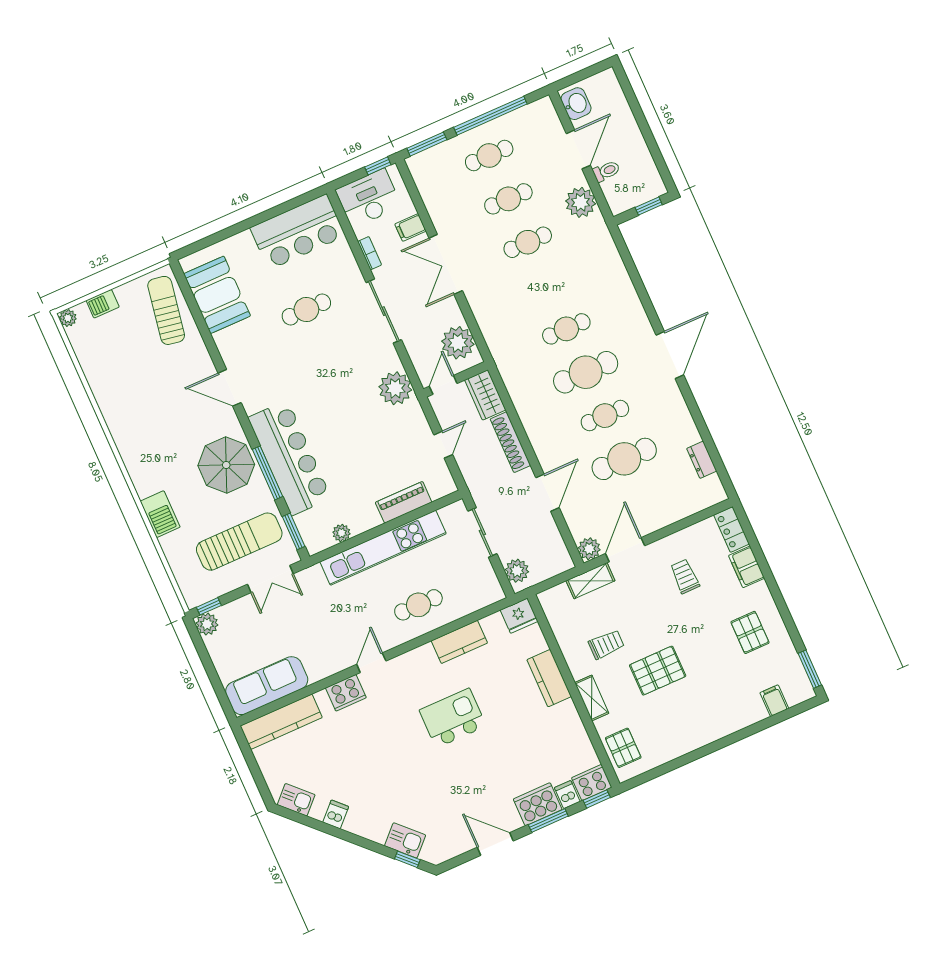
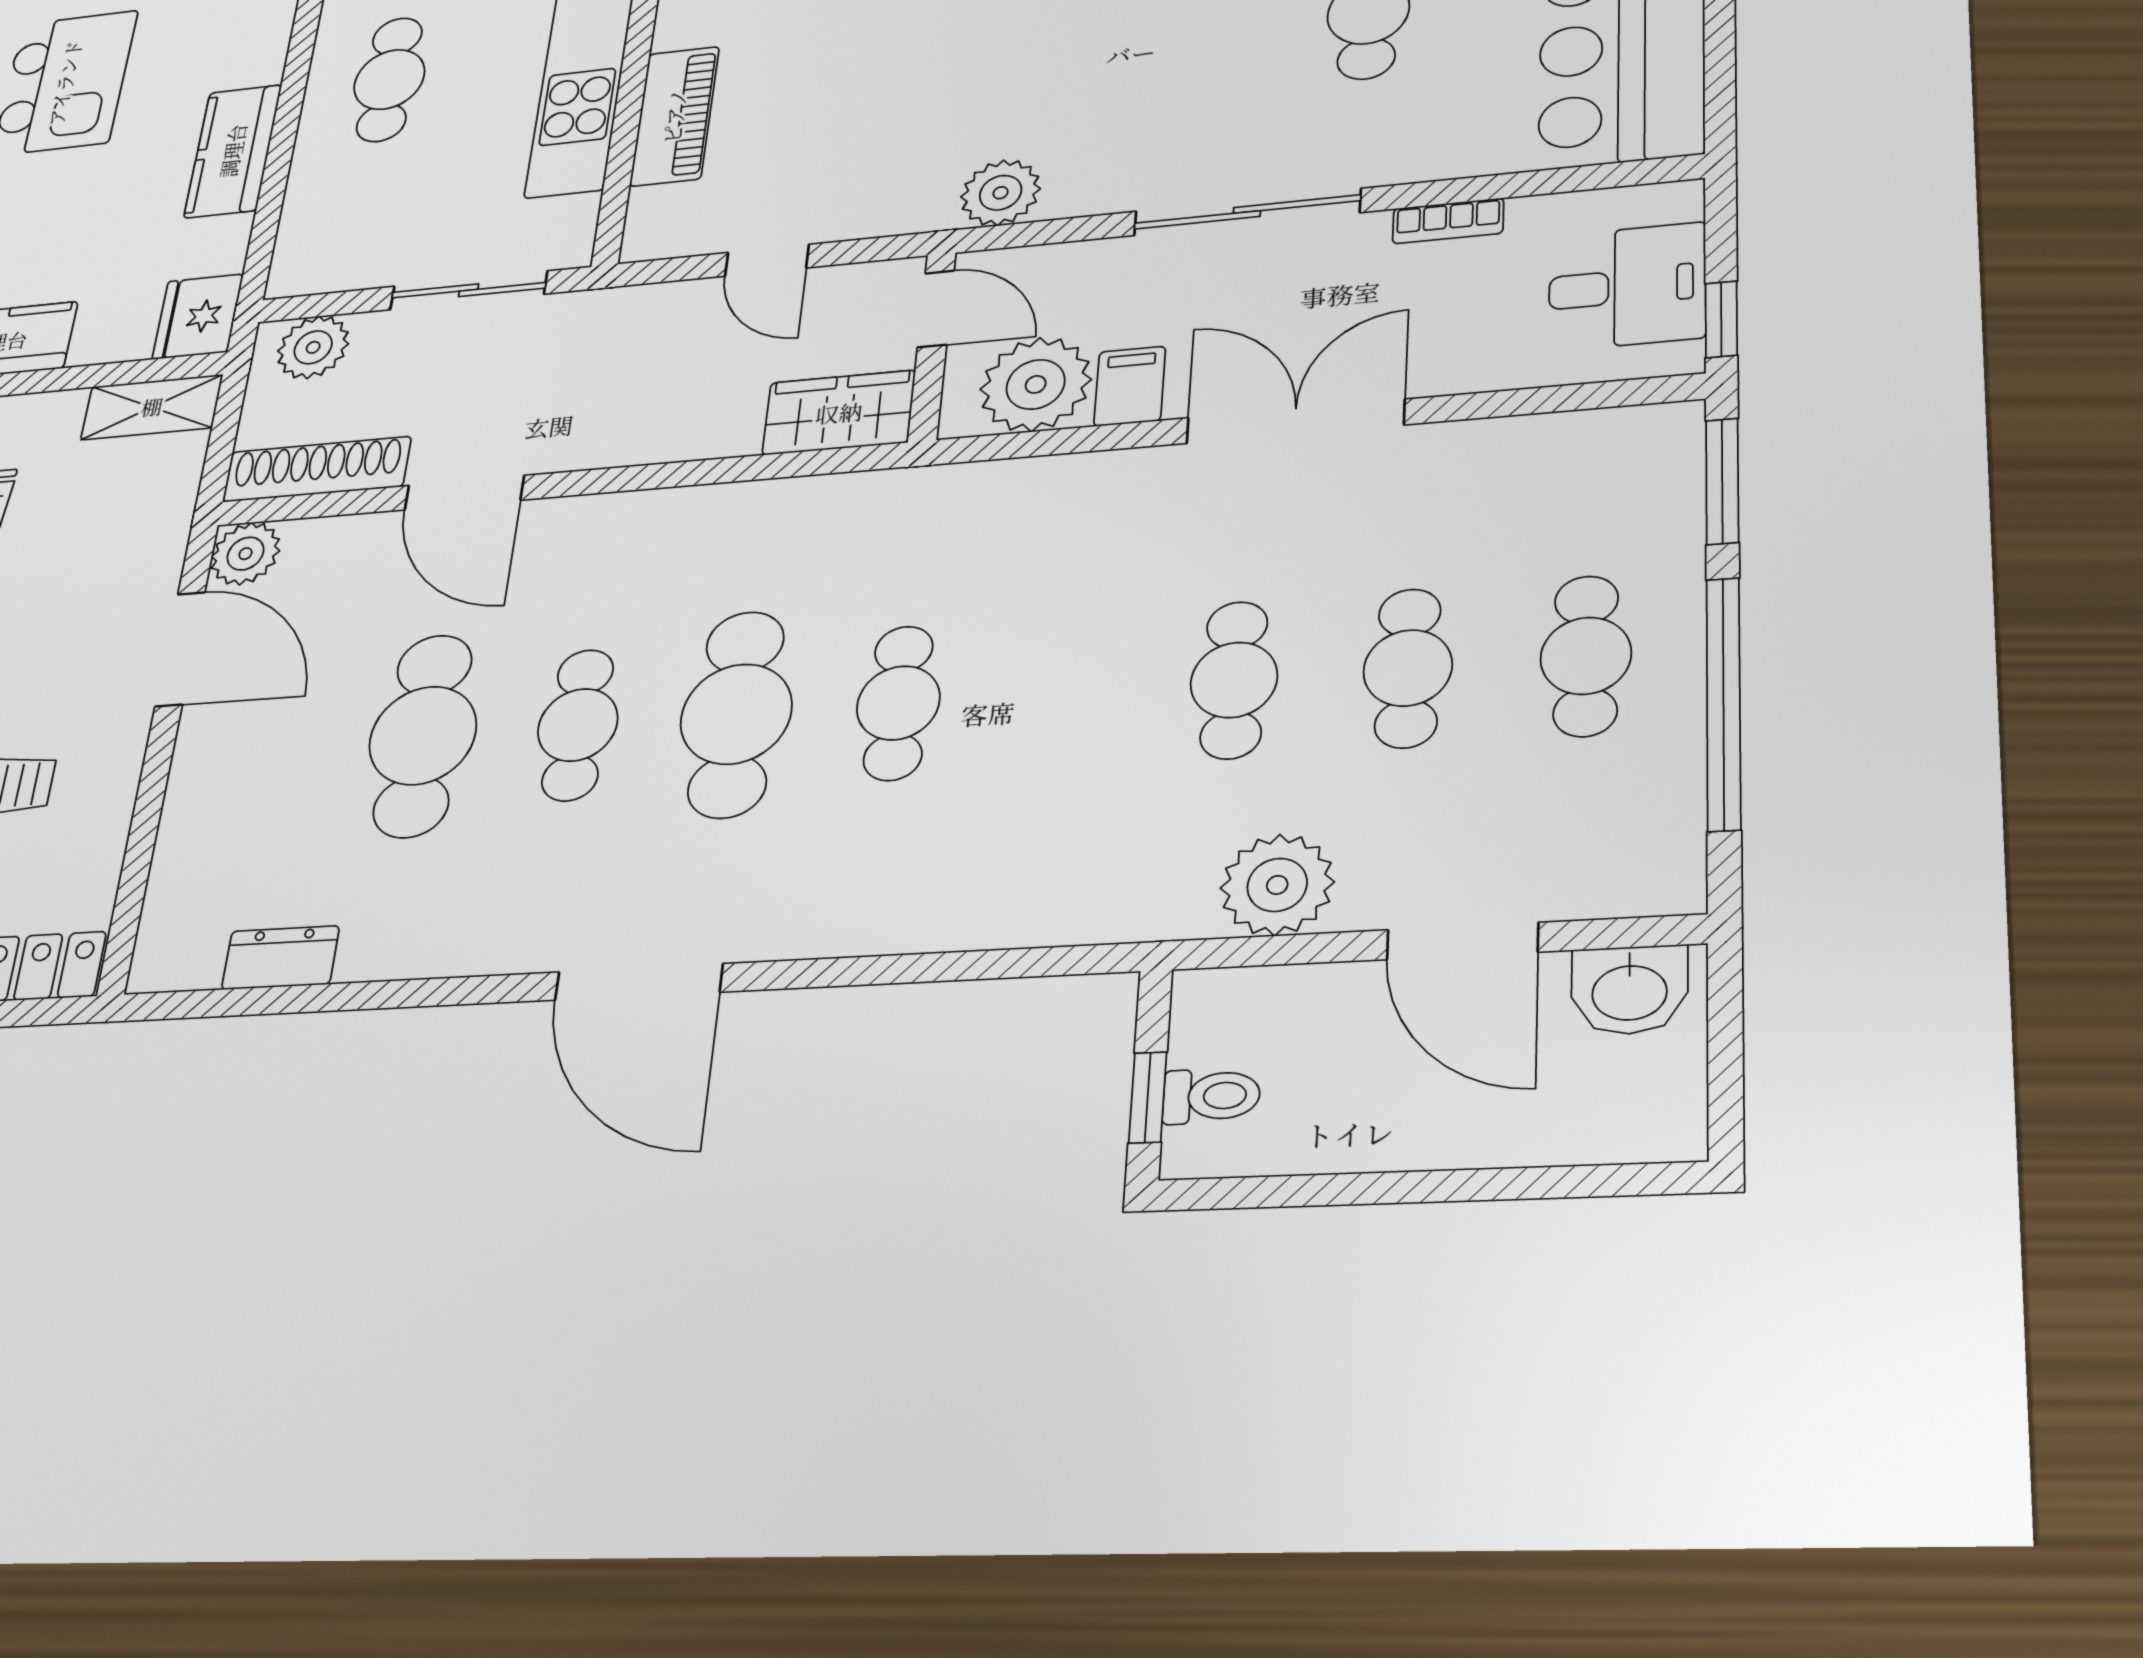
toilet: (606, 171) -> (1211, 1096), moved, turned -90
desk: (369, 198) -> (1627, 287), width x0.73
filing cabinet: (410, 227) -> (1130, 386), moved
plant: (395, 388) -> (1001, 193), width x0.73, depth x0.73
shoe rack: (510, 442) -> (317, 469), moved
shelving: (590, 581) -> (152, 407), moved, turned 90

